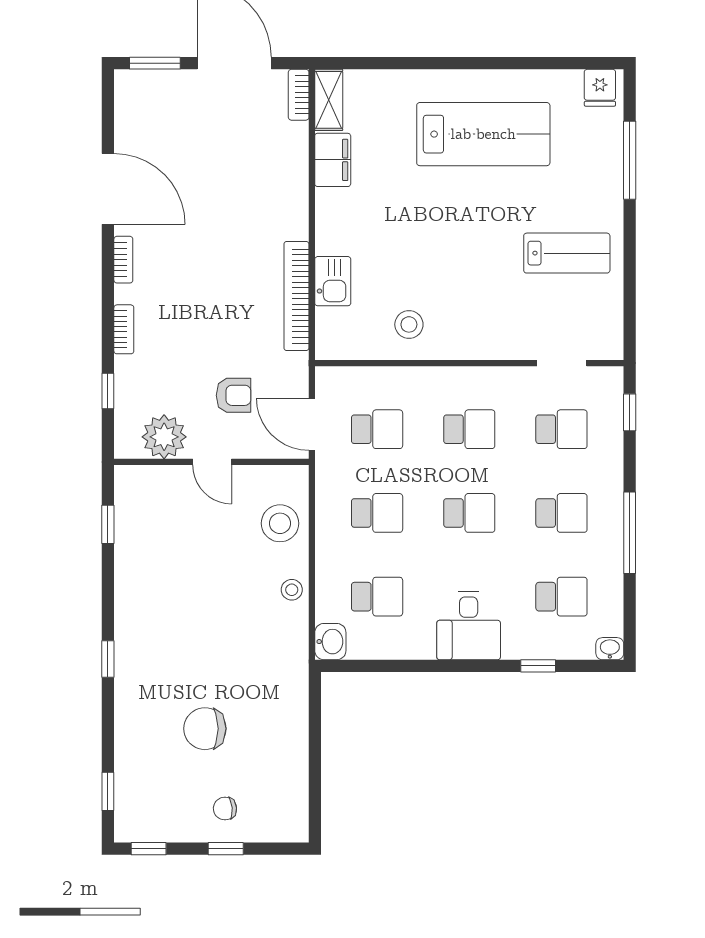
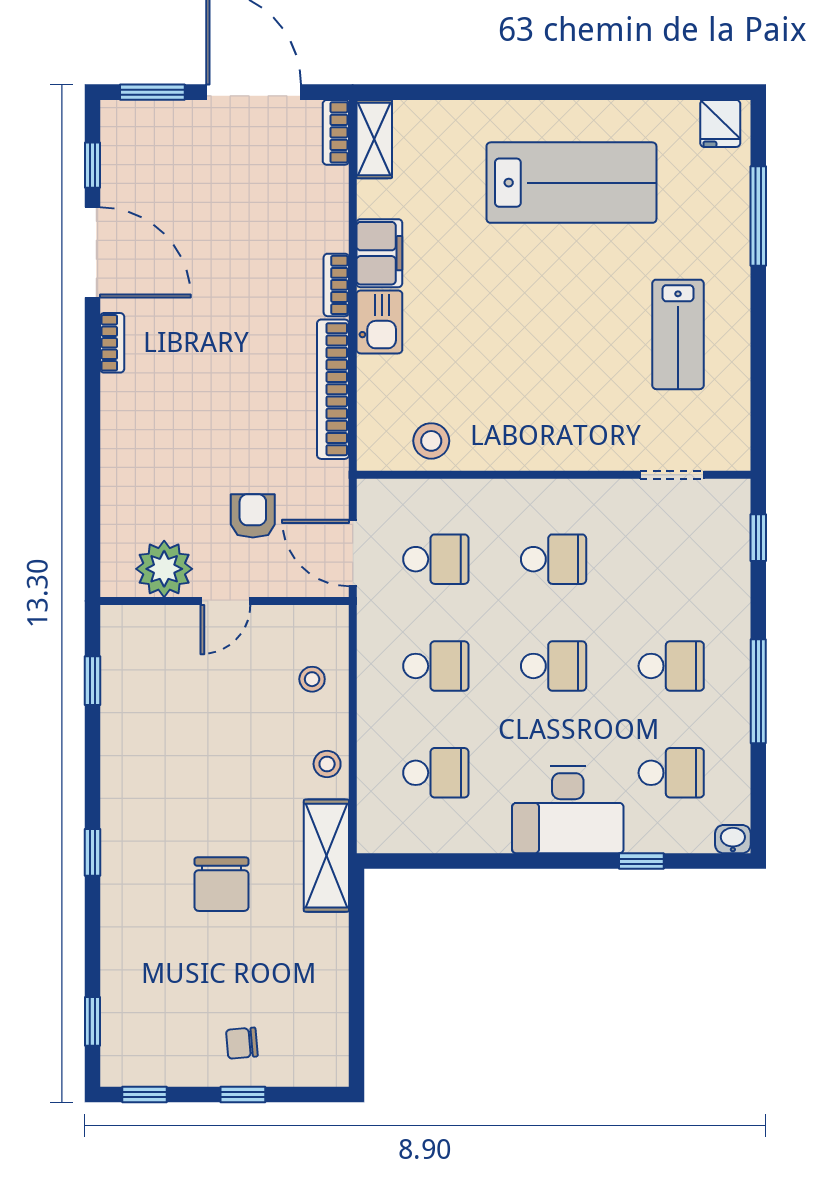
filing cabinet: (333, 160) -> (379, 253), moved
lab bench: (567, 253) -> (678, 334), turned 90
kitchen sink: (333, 281) -> (379, 322), moved
stool: (409, 324) -> (431, 441), moved
bookcase: (124, 329) -> (336, 285), moved, turned 180
window: (108, 391) -> (93, 165), moved
armchair: (234, 395) -> (253, 516), turned -90
school desk: (561, 429) -> (671, 559), removed
door: (212, 462) -> (225, 601), hinge flipped
stool: (280, 523) -> (312, 679), width x0.53, depth x0.53
desk: (469, 626) -> (568, 810), width x1.37
washbasin: (330, 642) -> (376, 830), removed
shelving: (291, 662) -> (326, 856), added
chair: (205, 729) -> (221, 884), moved, turned -90

